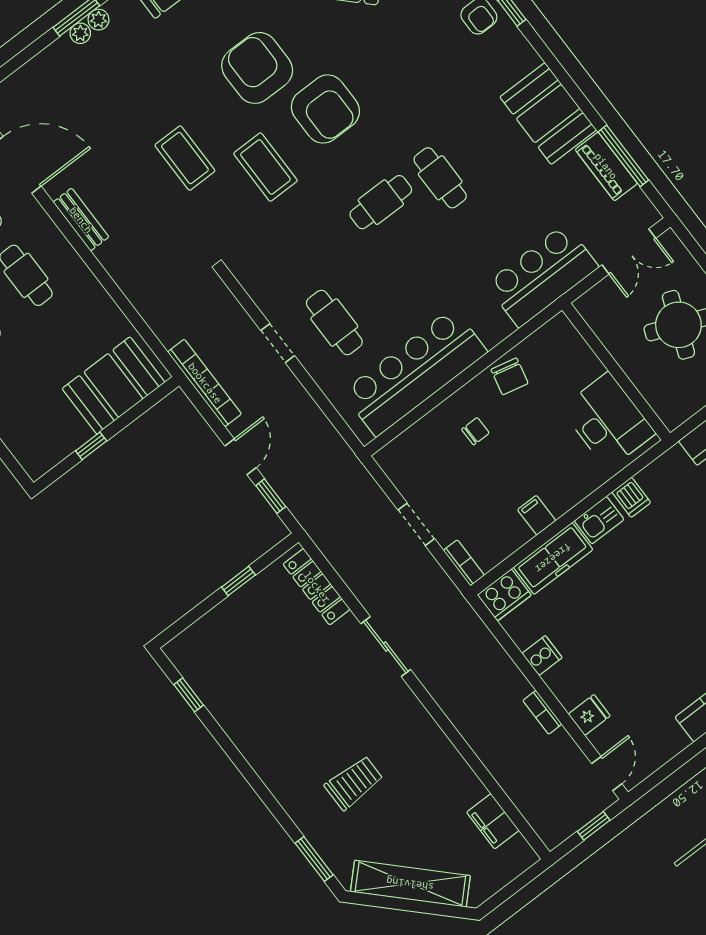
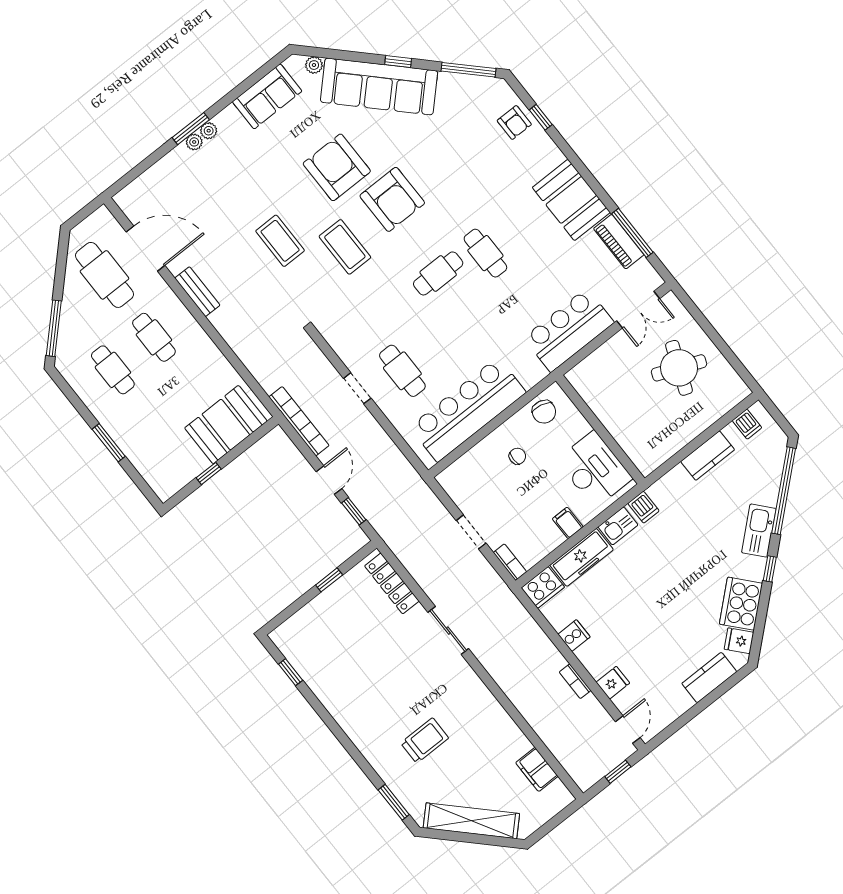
wall: (616, 371) -> (600, 429), moved
desk: (608, 421) -> (594, 469), moved

